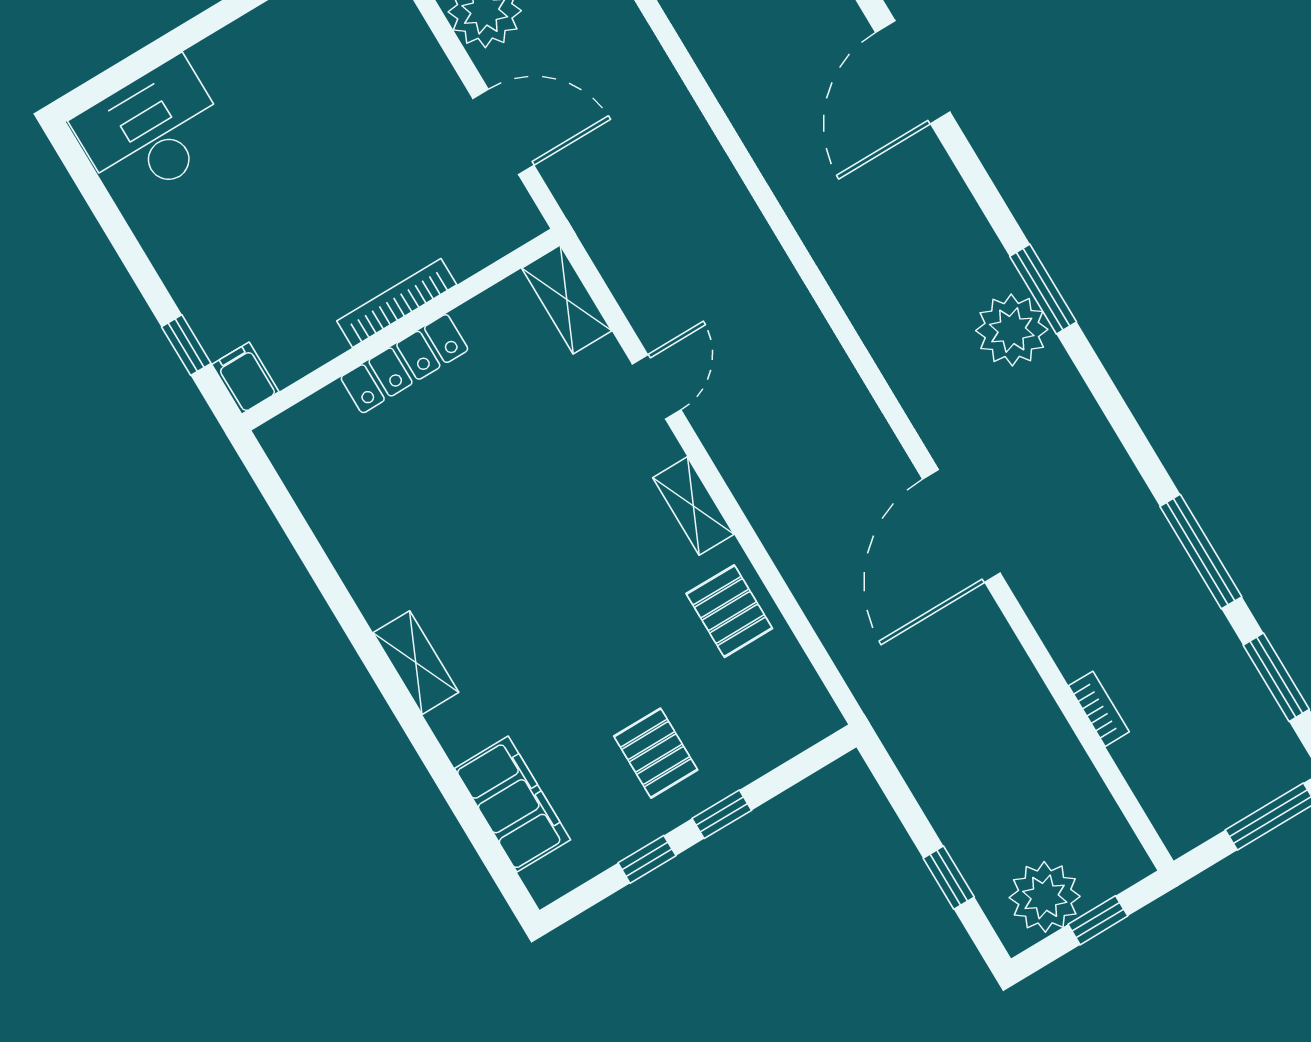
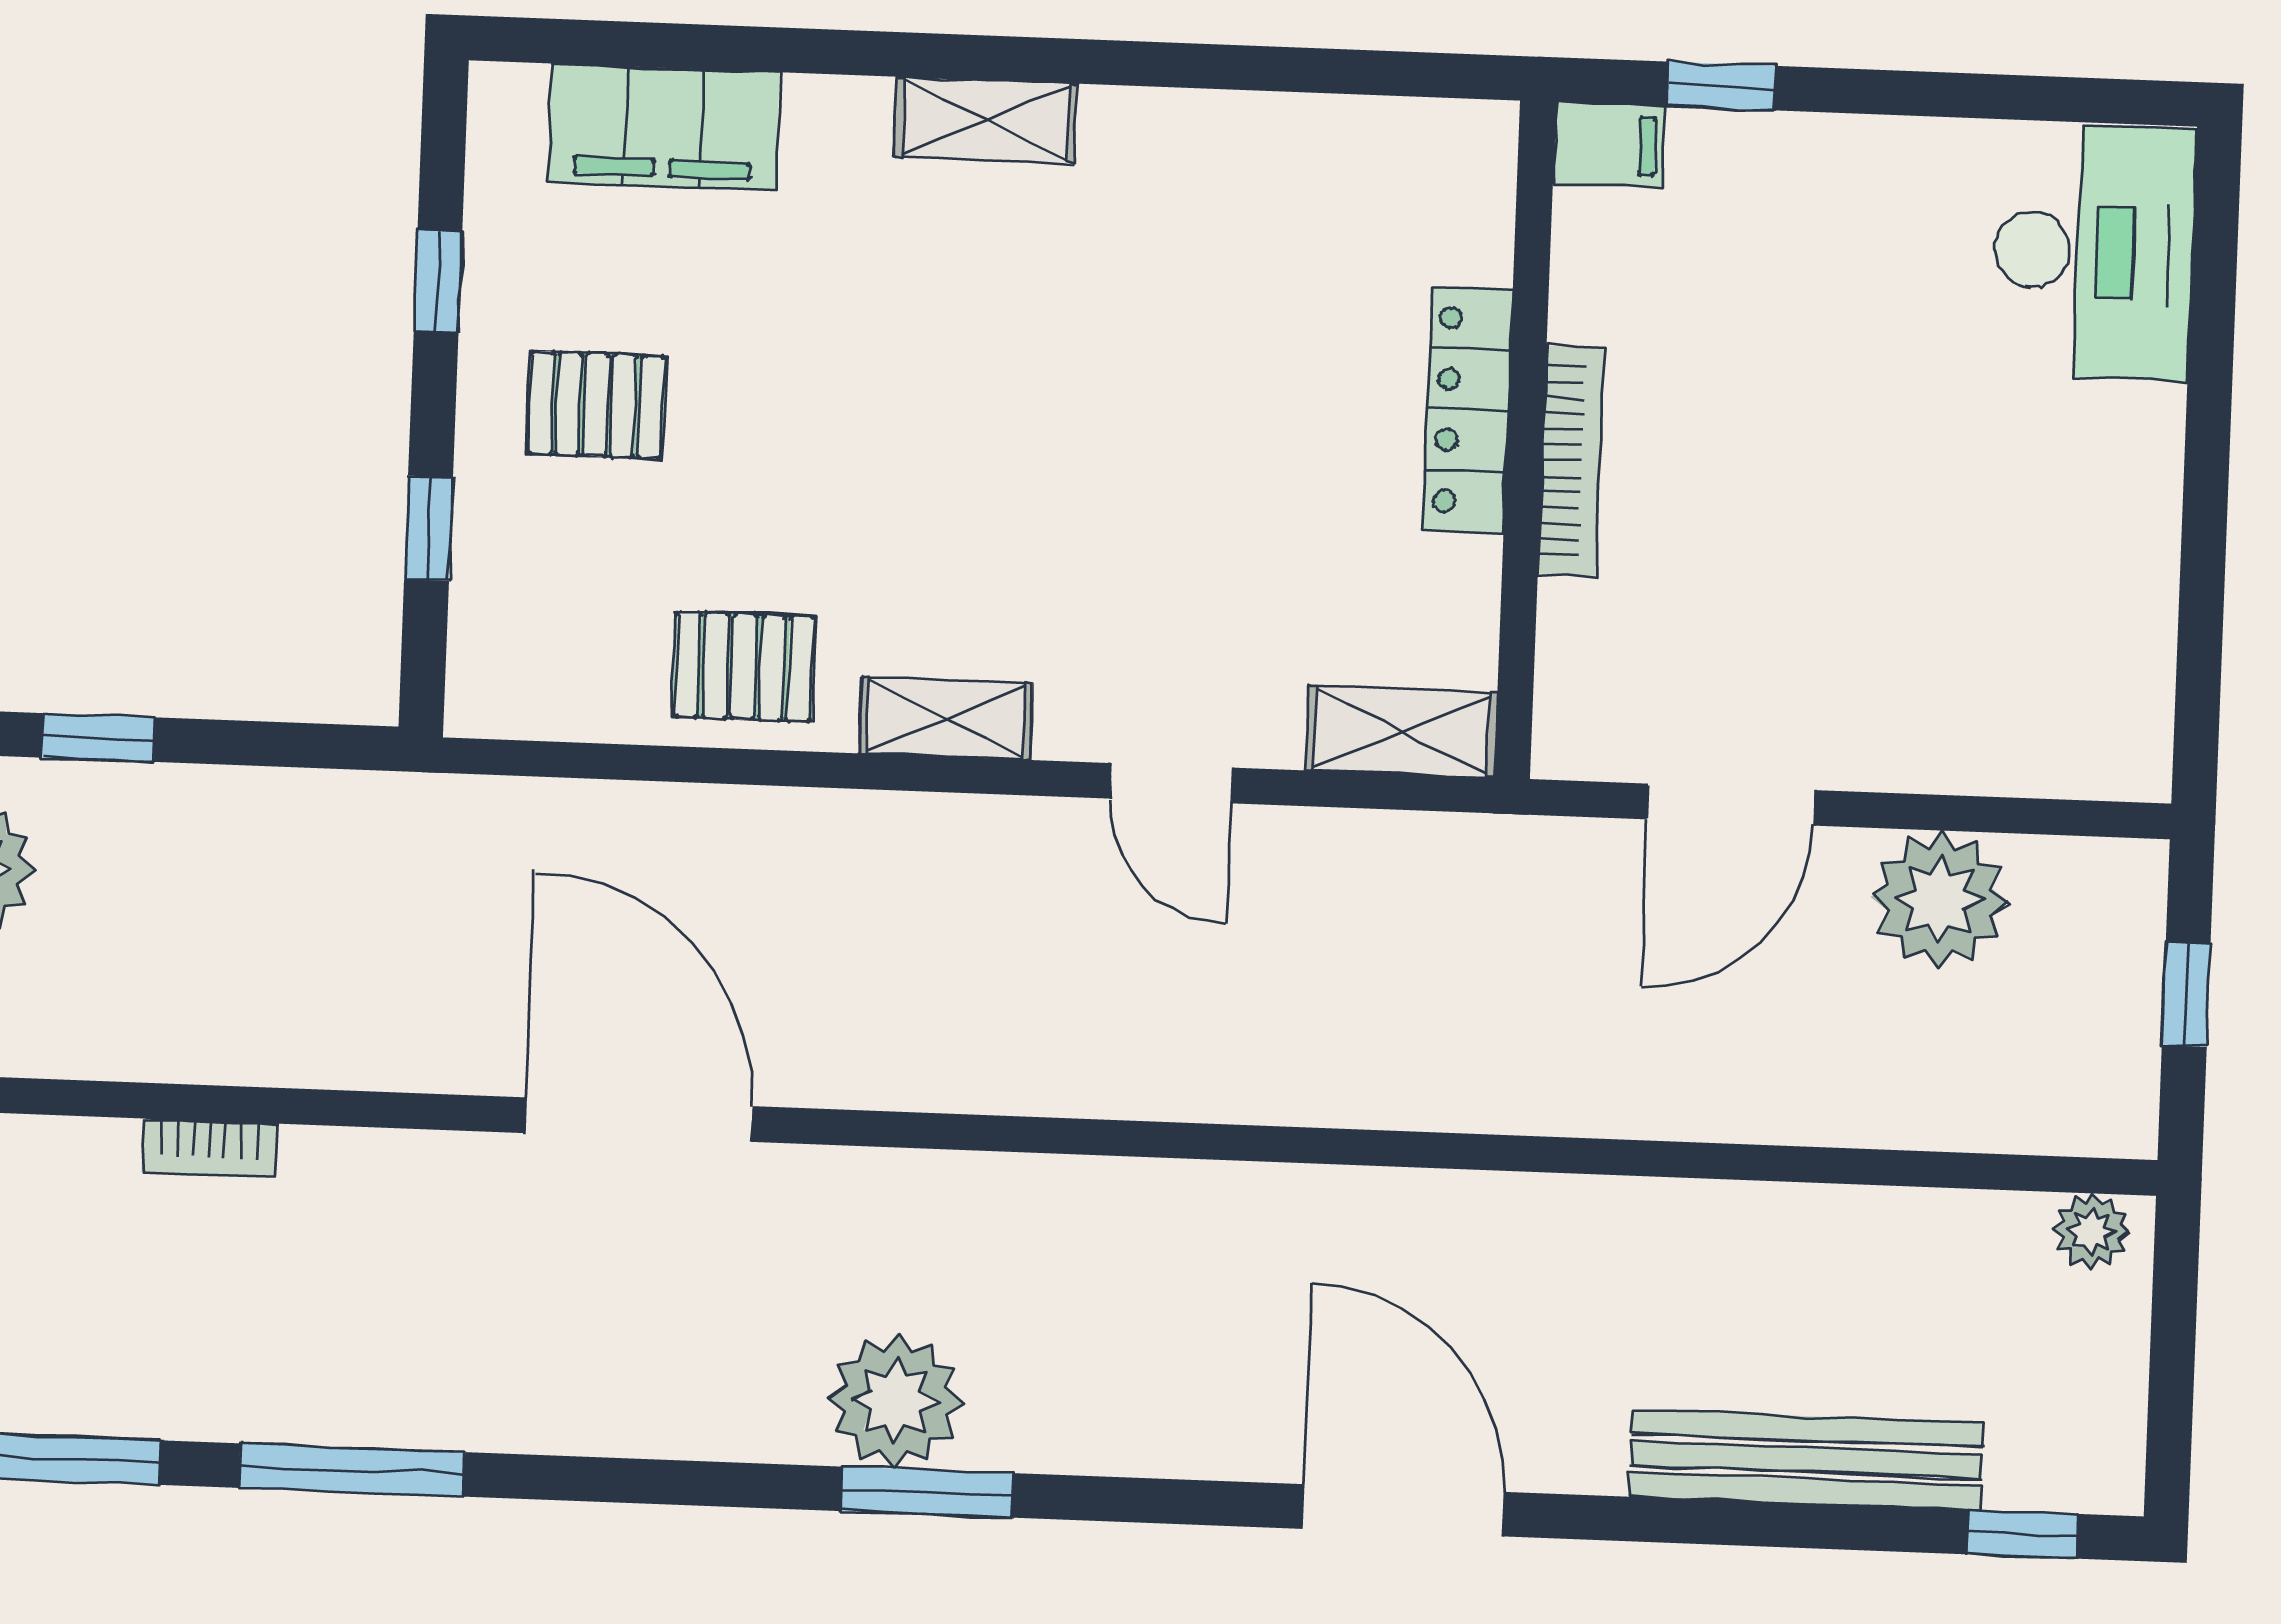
window: (722, 814) -> (429, 528), moved

